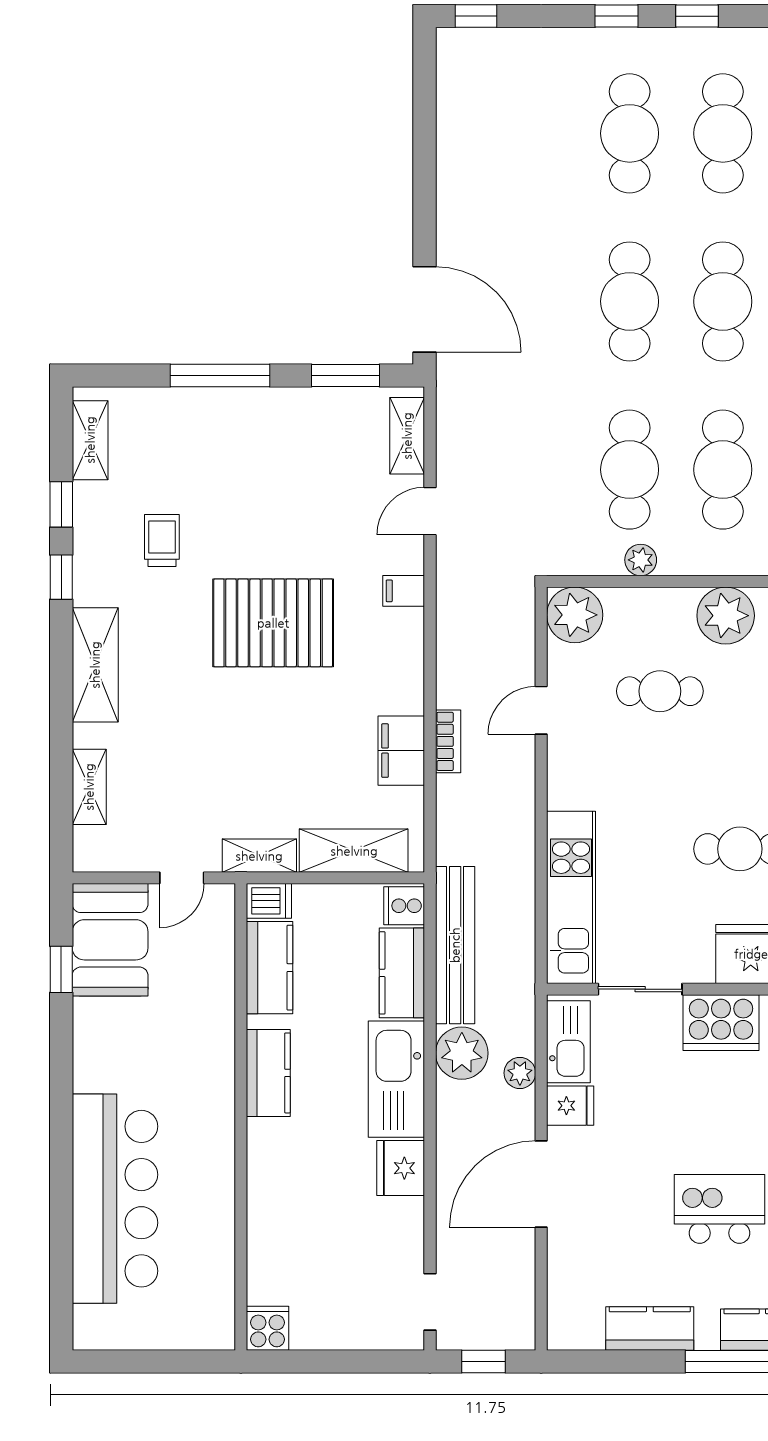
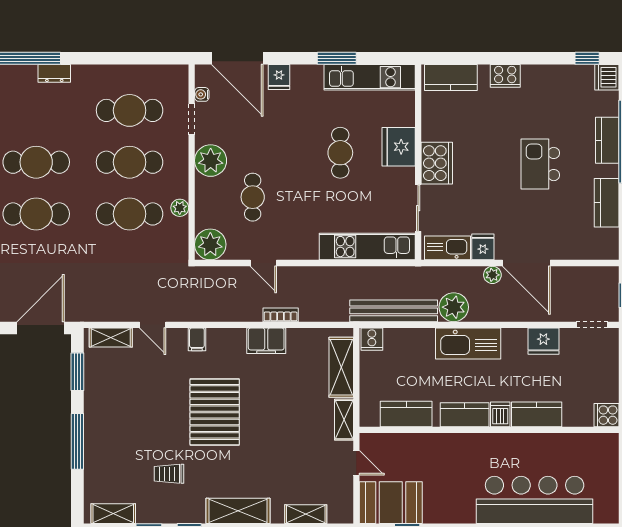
filing cabinet: (401, 751) -> (266, 341), moved
dishwasher: (269, 901) -> (500, 414), moved
kitchen counter: (402, 973) -> (537, 414), moved, turned 180
plant: (520, 1073) -> (492, 275), moved
fridge: (401, 1168) -> (543, 341), moved

